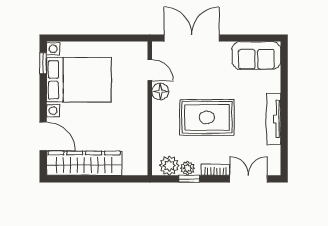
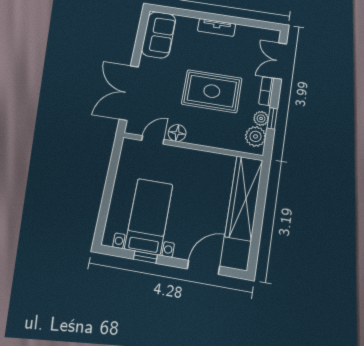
window: (43, 63) -> (145, 257), moved
bed with nightstands: (79, 80) -> (149, 216), width x0.73
rug: (207, 117) -> (212, 91), turned 90
tv unit: (274, 119) -> (217, 27), width x0.71
wardrobe: (84, 163) -> (244, 198), moved

